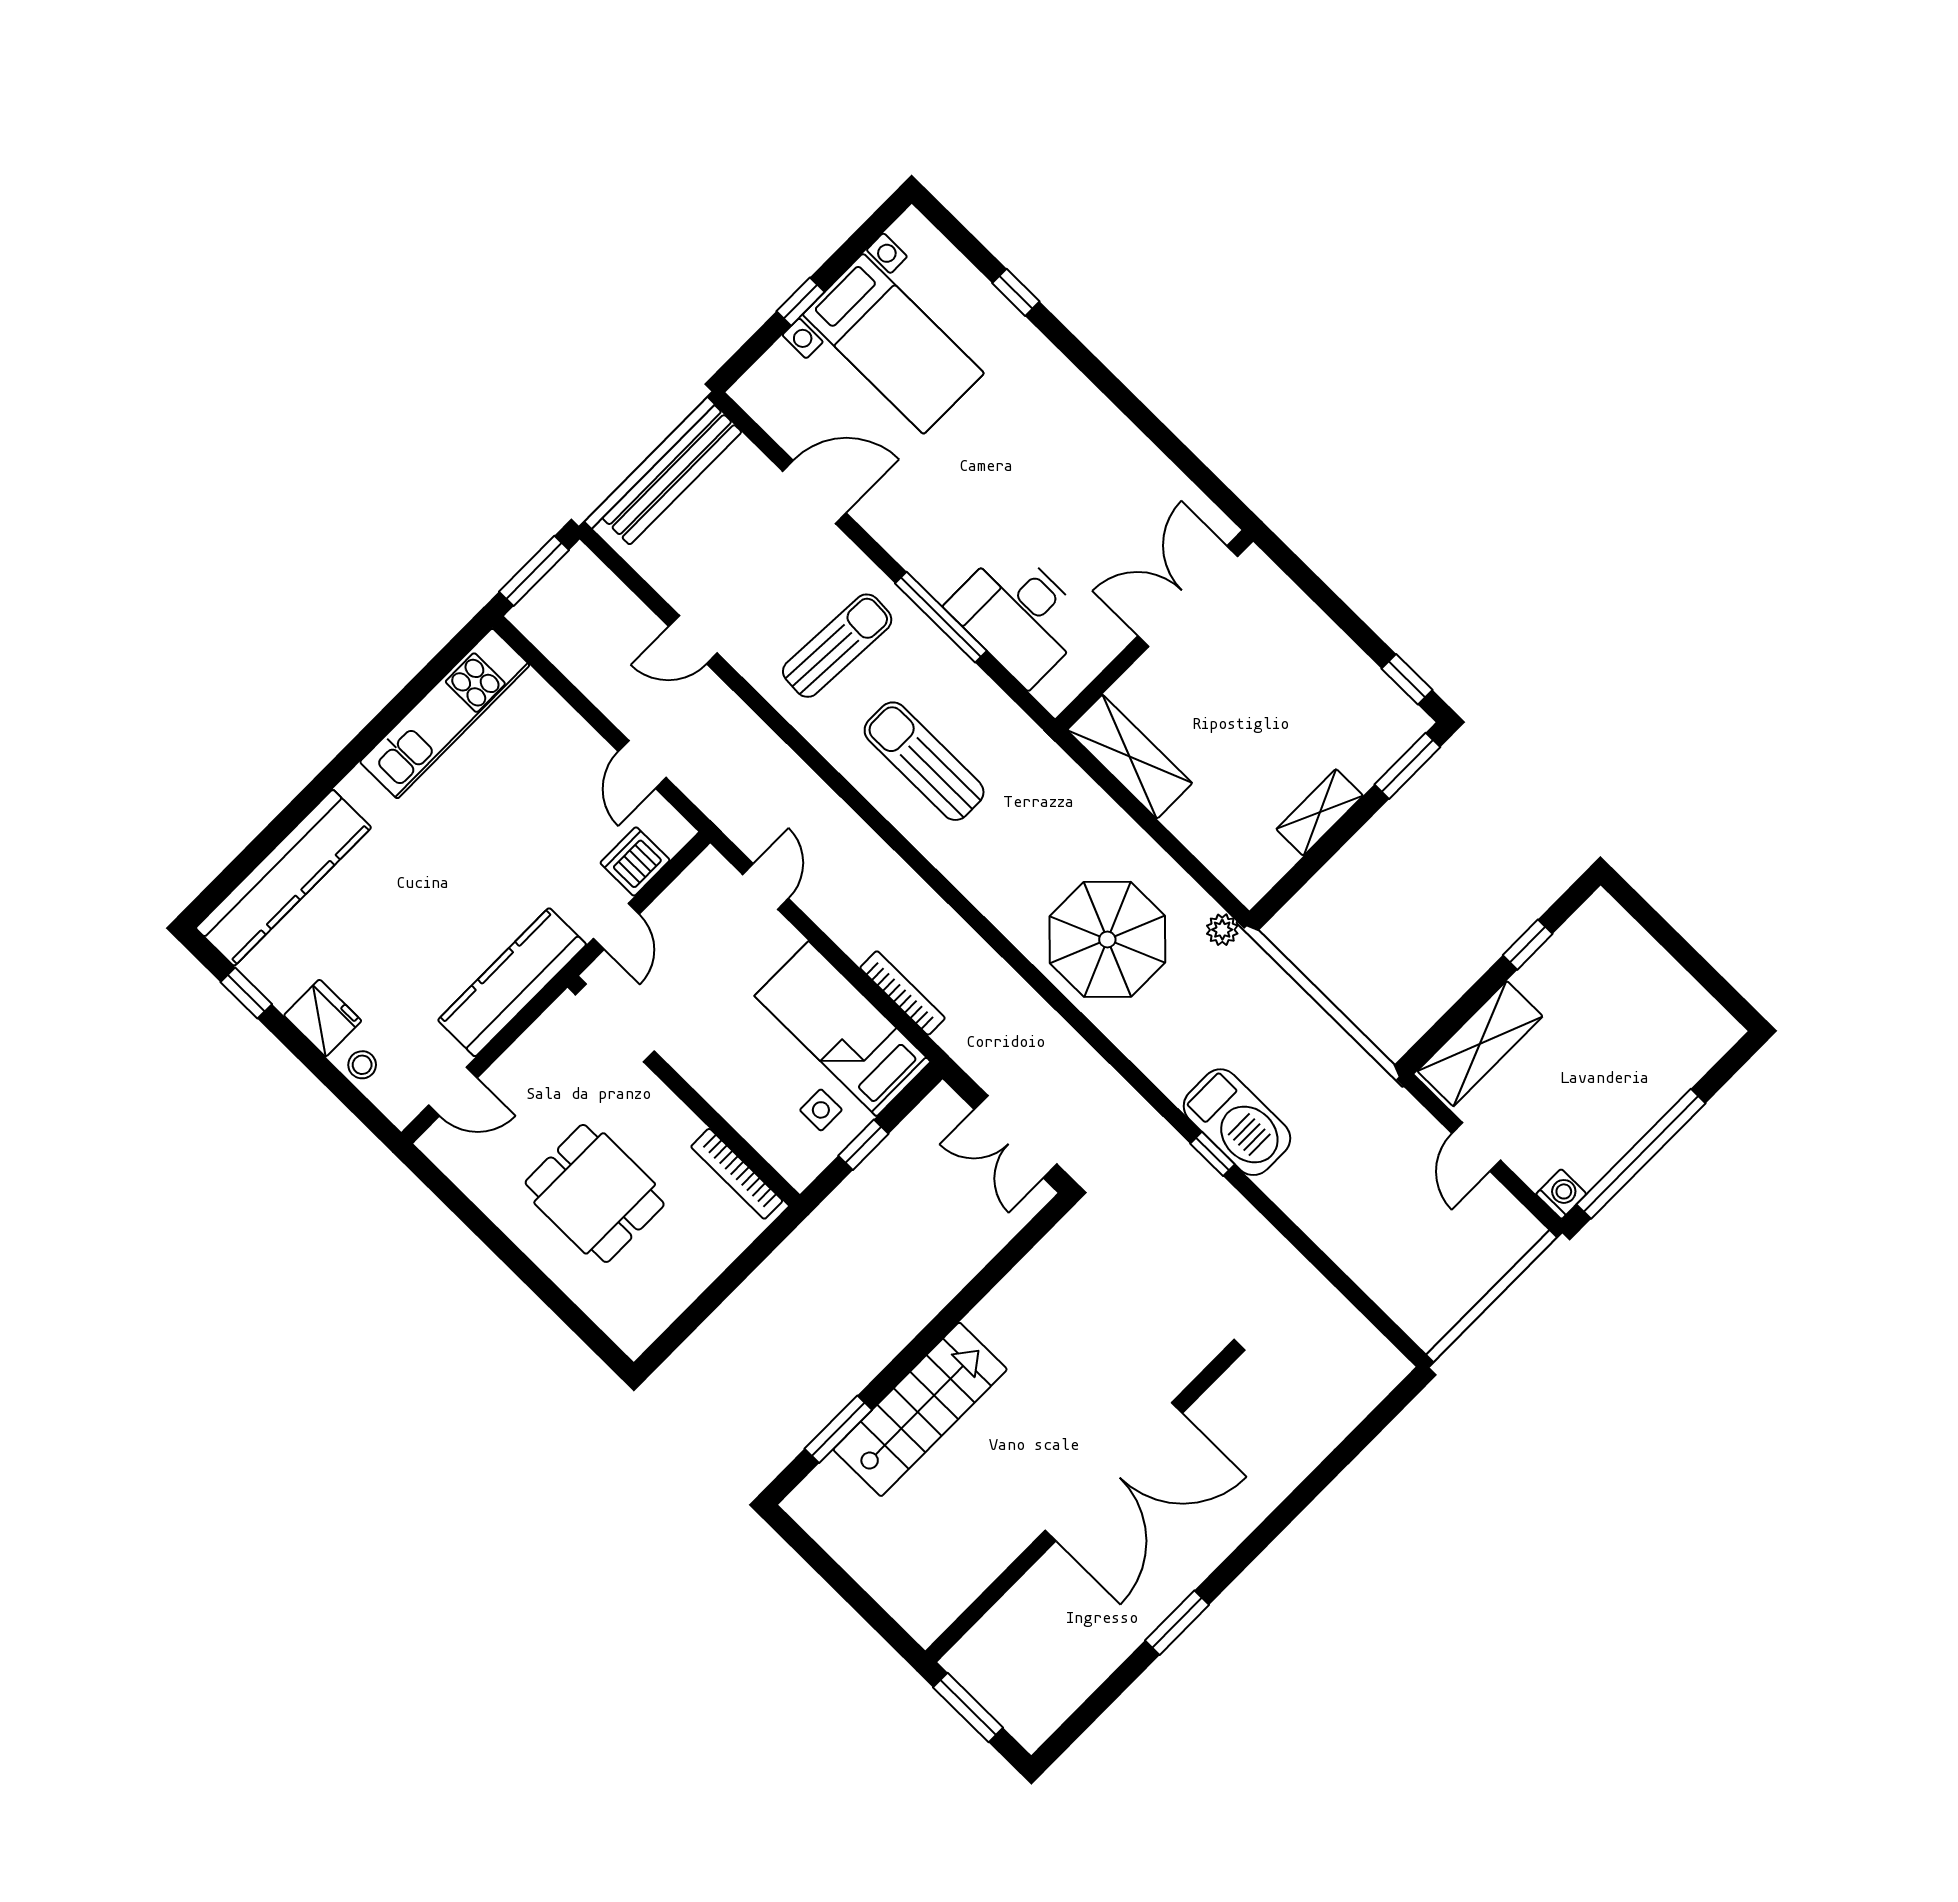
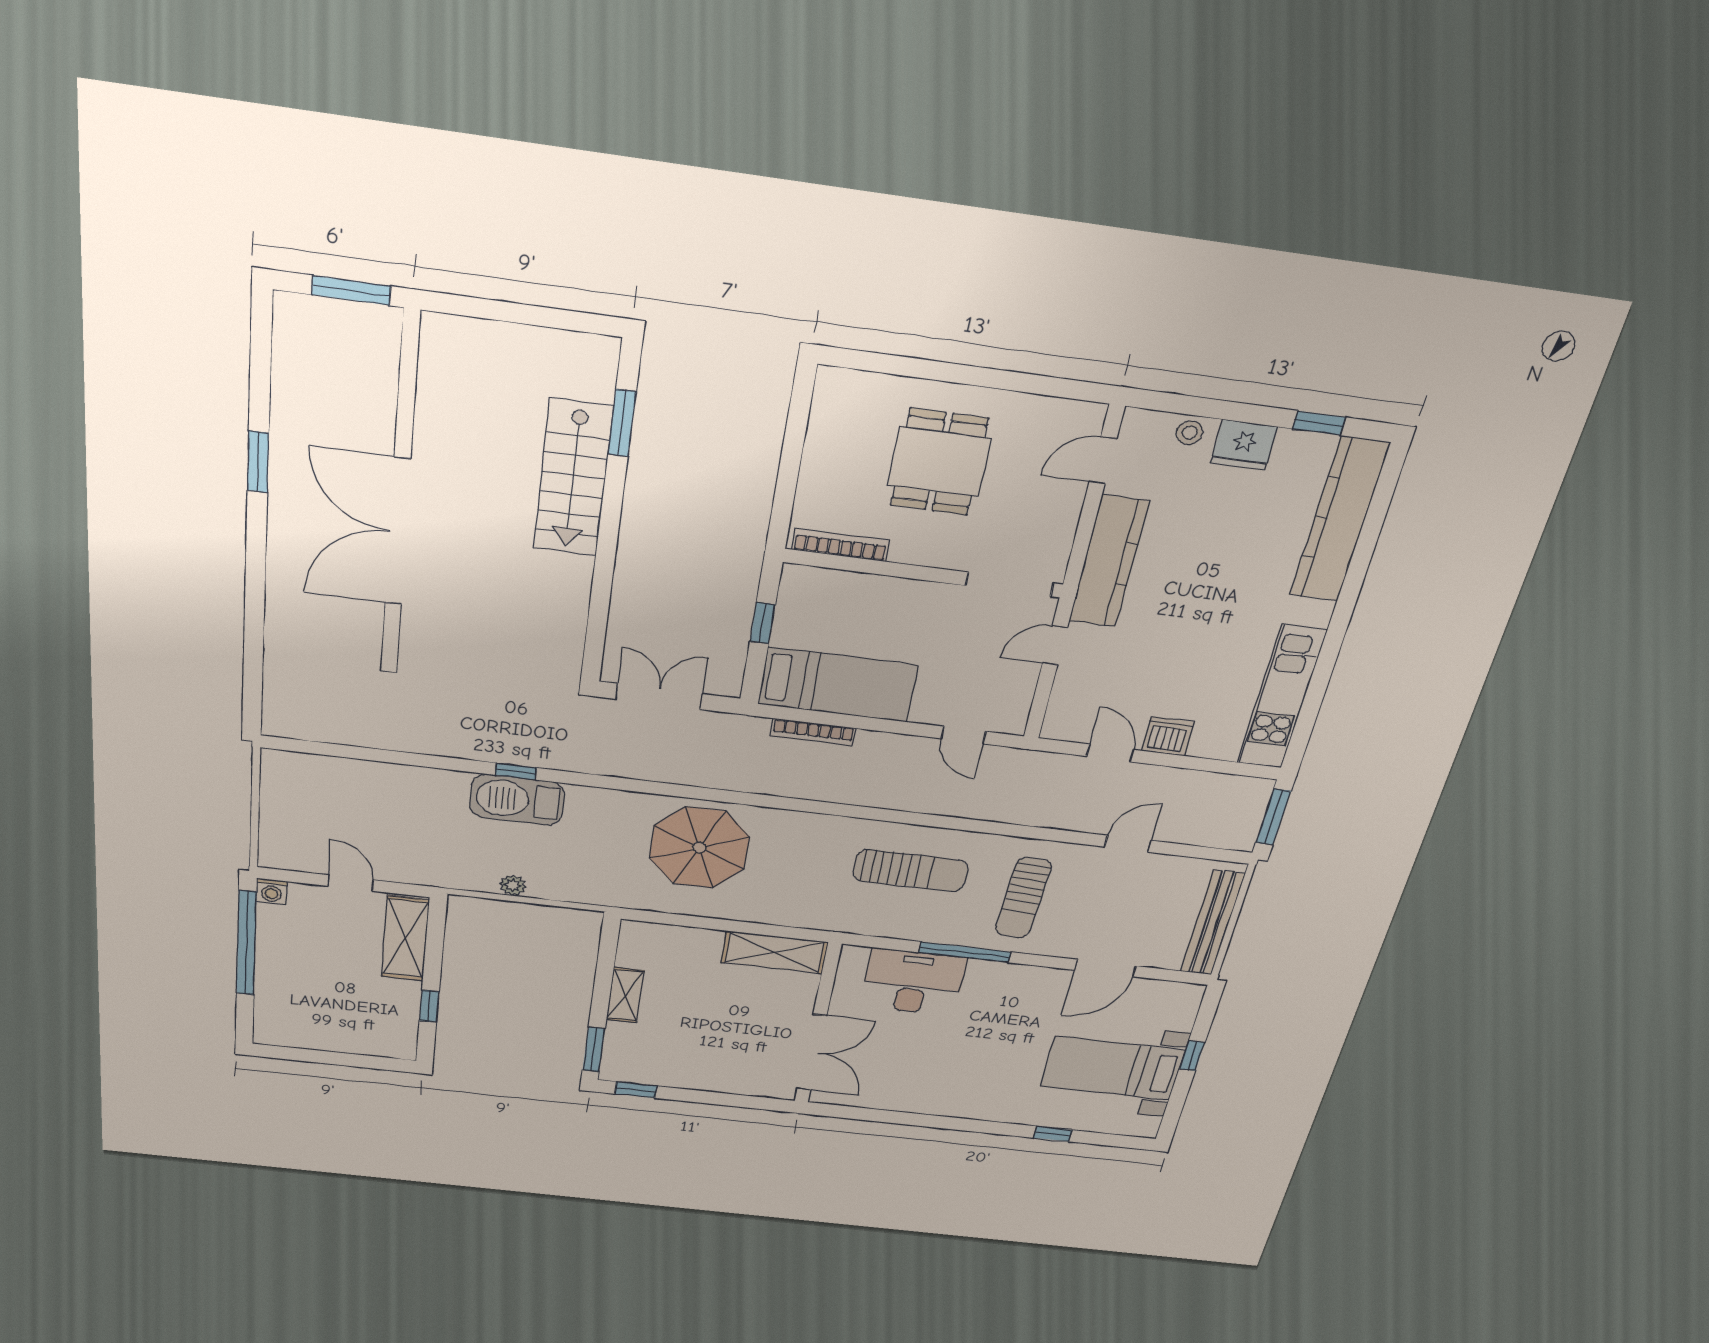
dishwasher: (635, 861) -> (1168, 736), moved, turned -90
door: (616, 926) -> (1055, 645), hinge flipped
plant: (1222, 930) -> (513, 885), moved
side table: (821, 1110) -> (812, 625), removed
dining table: (595, 1193) -> (939, 462), turned 90

